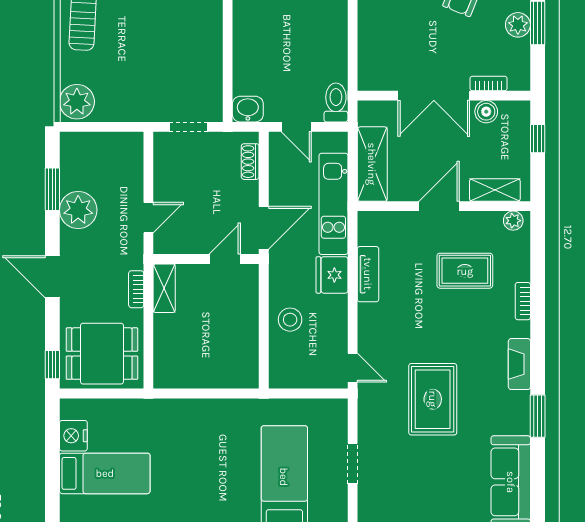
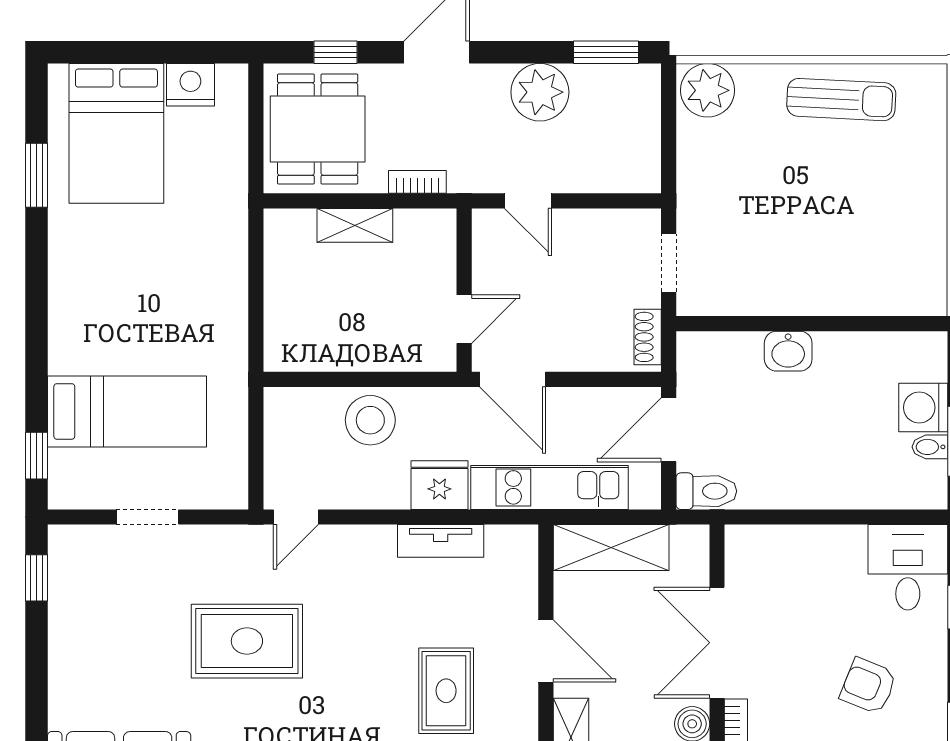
washbasin: (248, 109) -> (788, 351), moved, turned 90
door: (296, 127) -> (669, 430), width x1.37
shoe rack: (250, 162) -> (648, 337), moved, turned -90
window: (52, 189) -> (606, 52), moved
door: (225, 259) -> (464, 319), hinge flipped
shelving: (164, 288) -> (355, 225), moved
stool: (290, 320) -> (370, 420), width x1.38, depth x1.38
window: (52, 365) -> (336, 52), moved
bed: (105, 473) -> (116, 133), width x1.50

